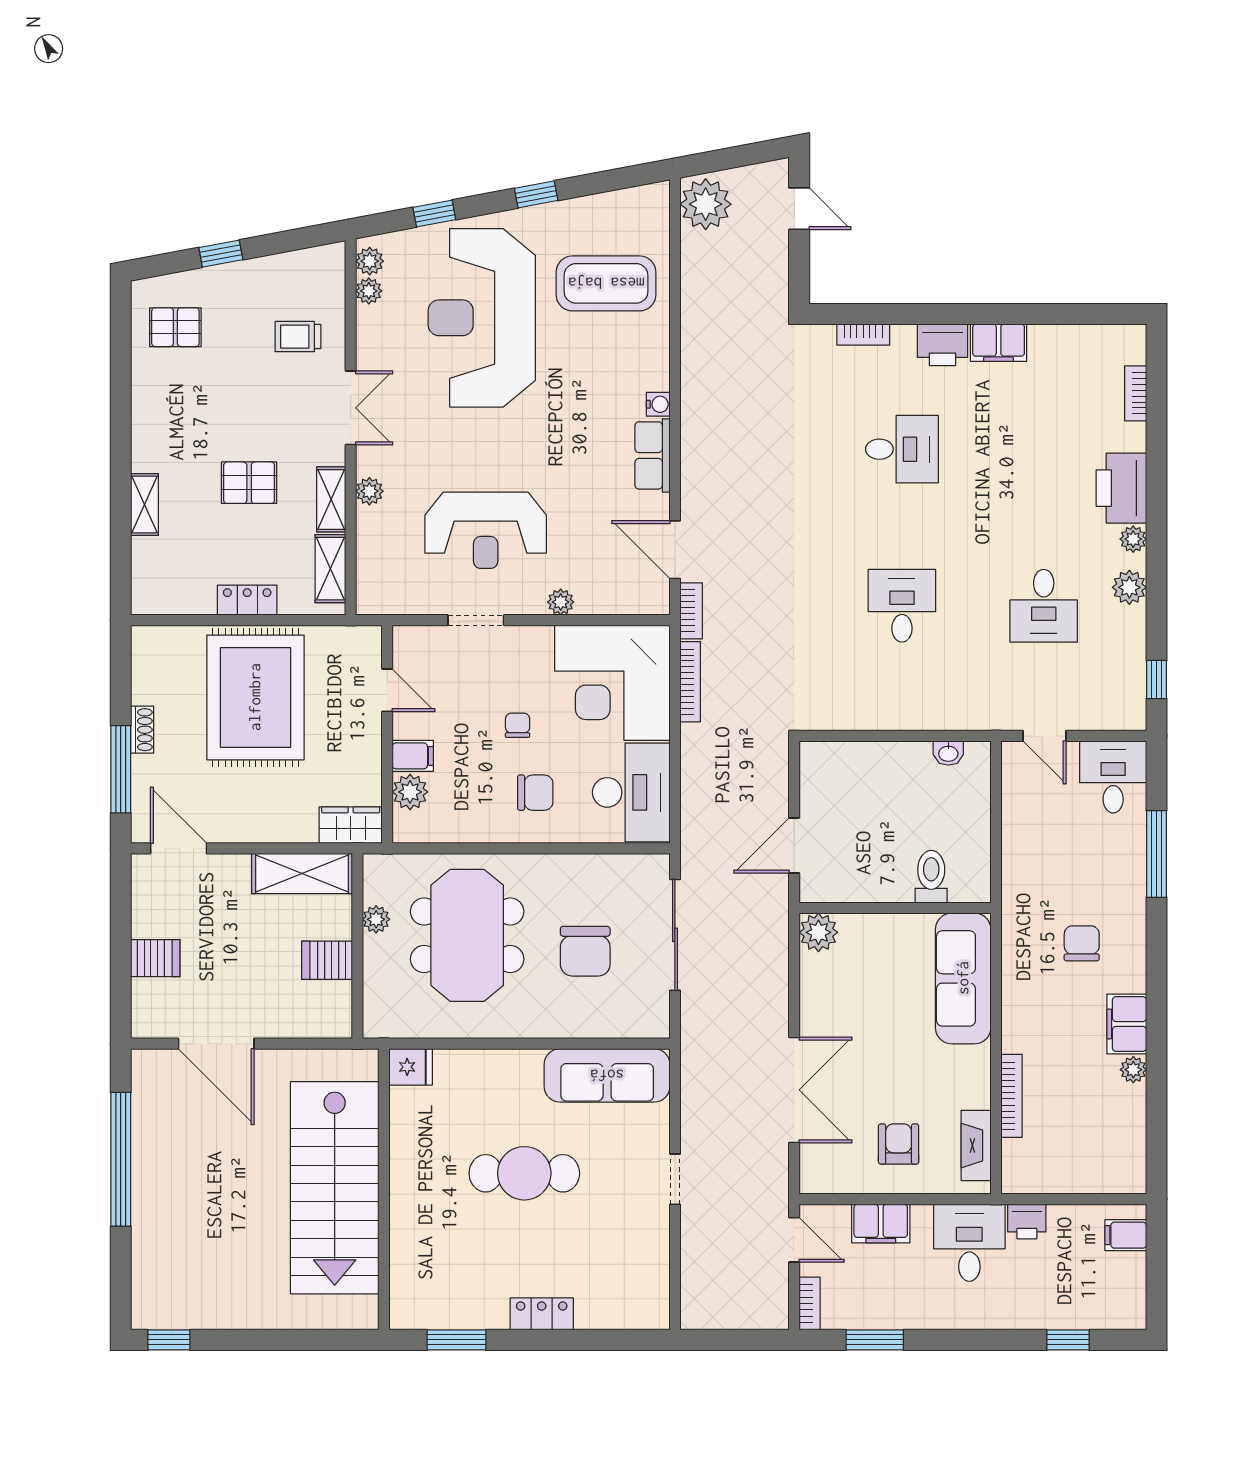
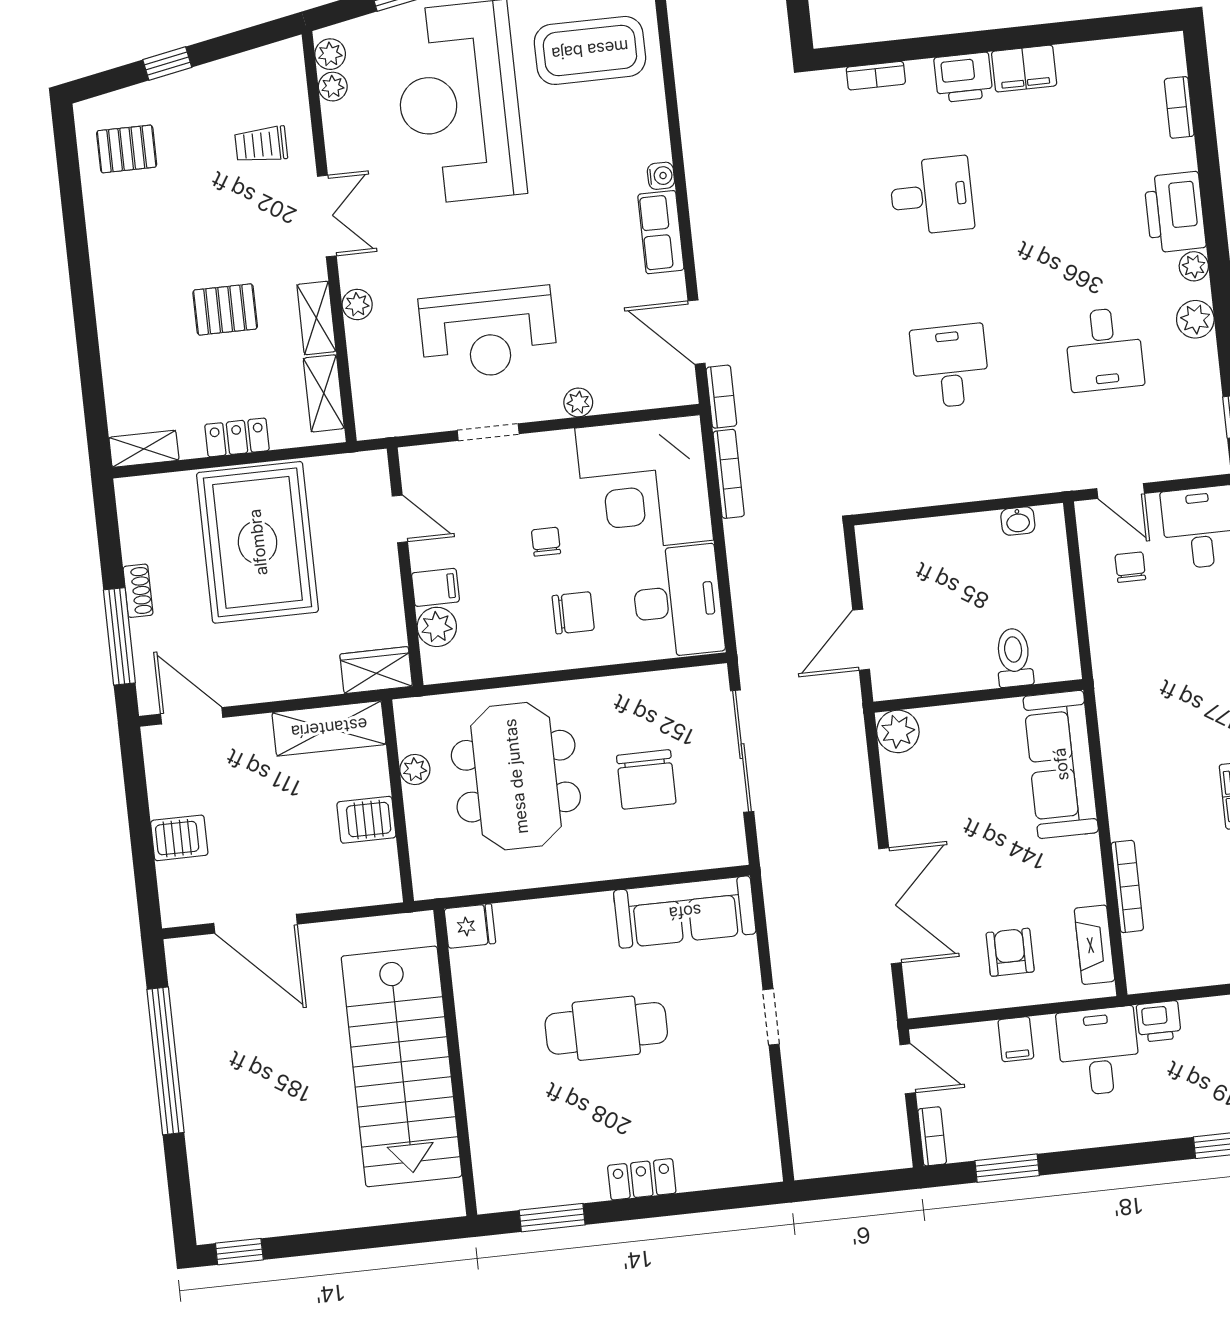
shelving: (145, 504) -> (144, 449), moved, turned 90
chair: (1082, 943) -> (1130, 567), moved, width x0.73, depth x0.73
filing cabinet: (881, 1224) -> (1016, 1039), width x0.50

